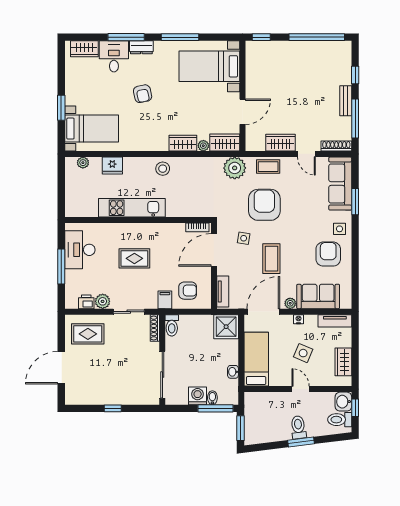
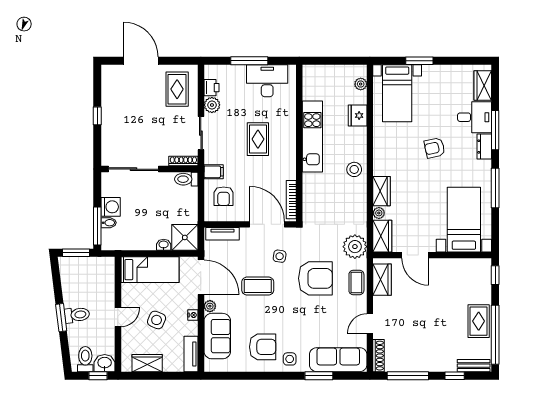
rug: (304, 53) -> (479, 321), added
bench: (346, 101) -> (474, 366), moved
wardrobe: (280, 143) -> (382, 280), moved
bookcase: (197, 227) -> (291, 200), width x1.56
washbasin: (233, 372) -> (164, 245), moved

